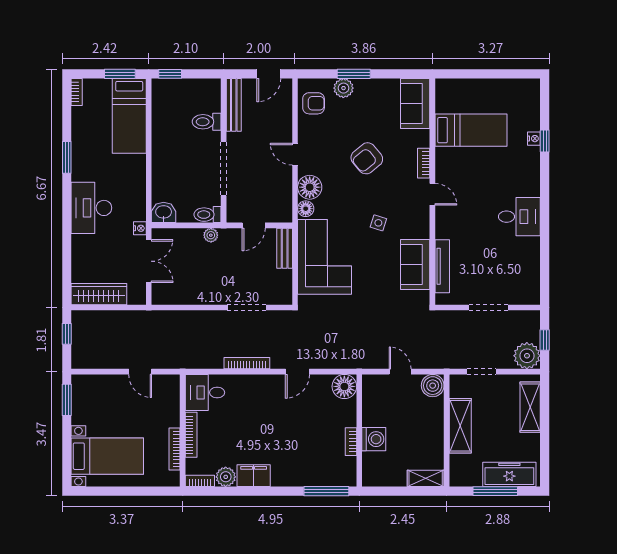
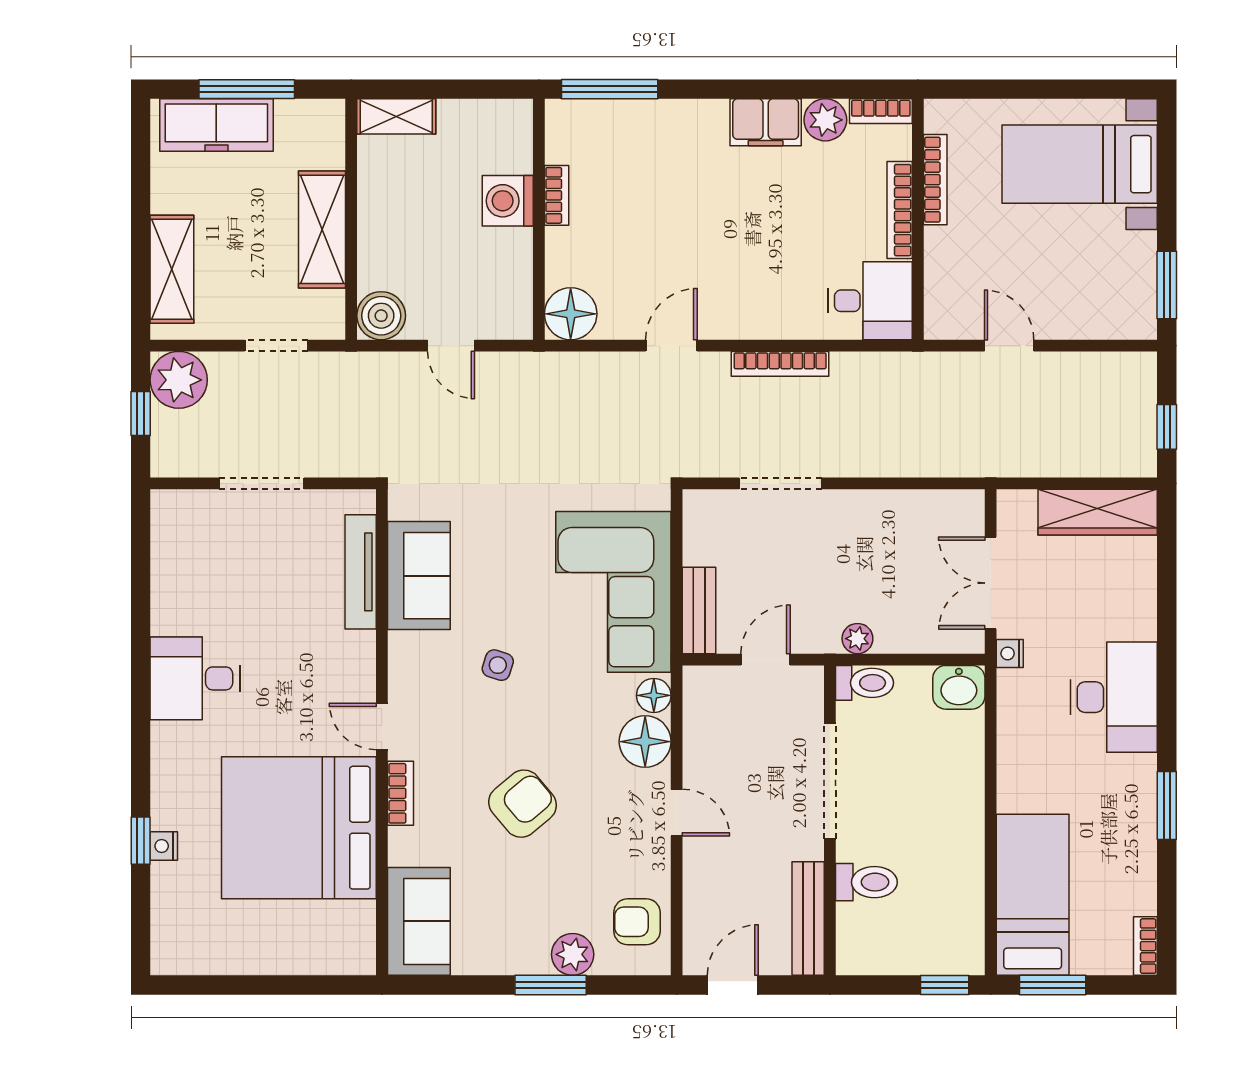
bed: (471, 130) -> (299, 828), width x2.04

